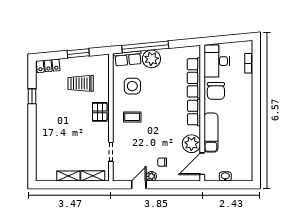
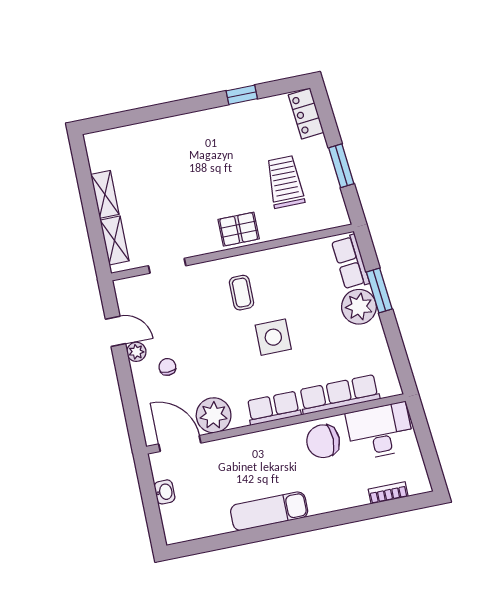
window: (145, 47) -> (379, 290), width x0.47
side table: (132, 86) -> (273, 337), moved
exam couch: (211, 133) -> (269, 511), moved, turned 180

